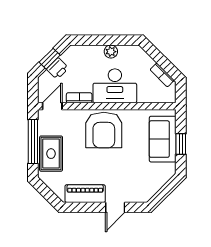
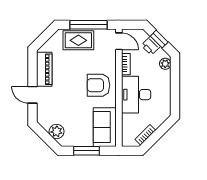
plant: (111, 52) -> (165, 64), moved
armchair: (104, 130) -> (98, 85), width x0.73, depth x0.73
sofa: (163, 139) -> (105, 127), moved, turned -90
window: (181, 144) -> (87, 151), width x1.50
plant: (158, 179) -> (57, 131), added

